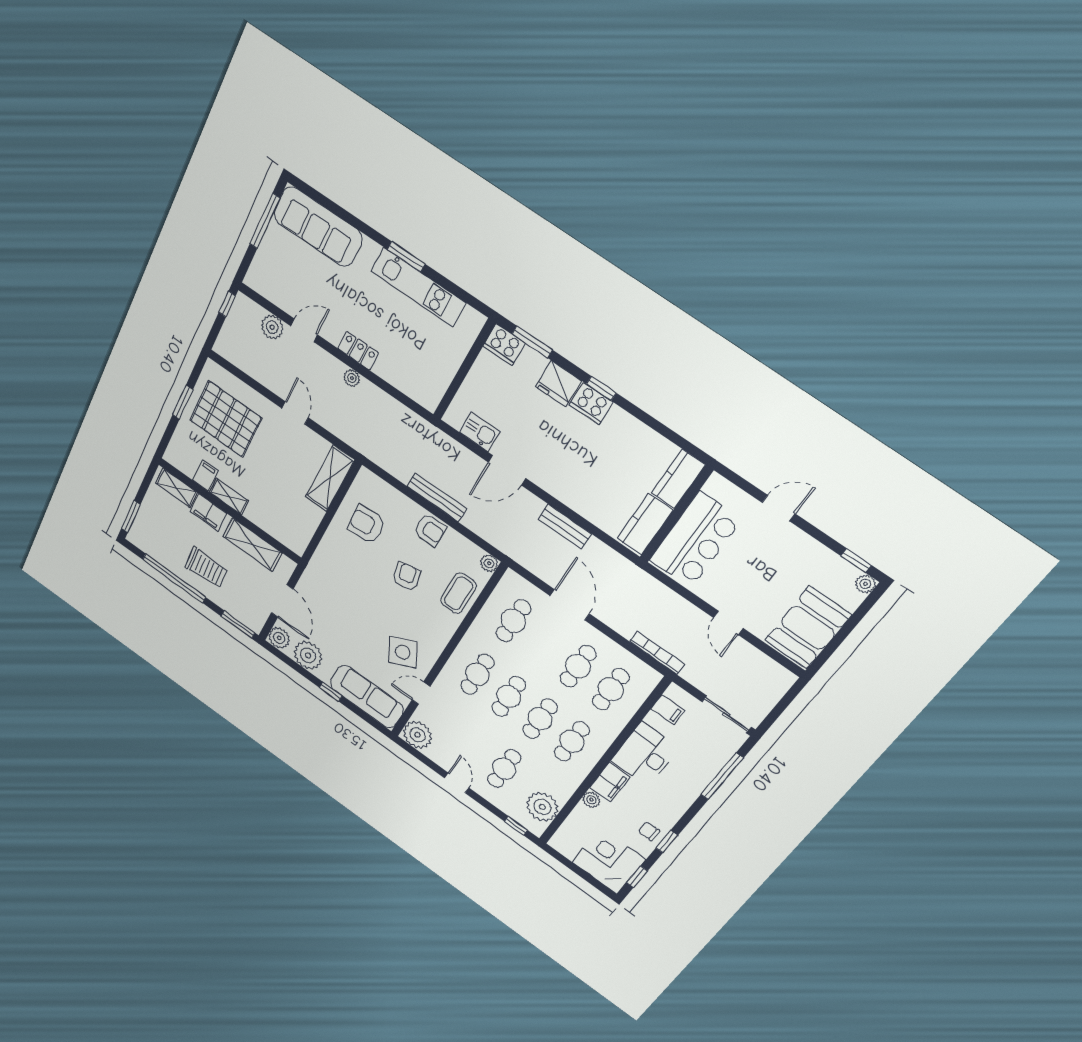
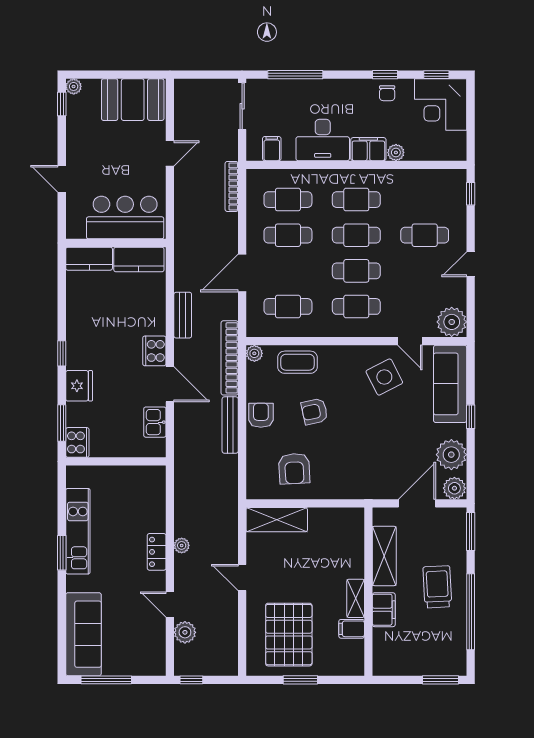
cooker: (591, 403) -> (154, 351), moved, turned 180
door: (295, 413) -> (242, 577), hinge flipped
shelving: (177, 488) -> (382, 650), removed
bookcase: (498, 540) -> (230, 358), added
plant: (542, 807) -> (435, 185), removed

